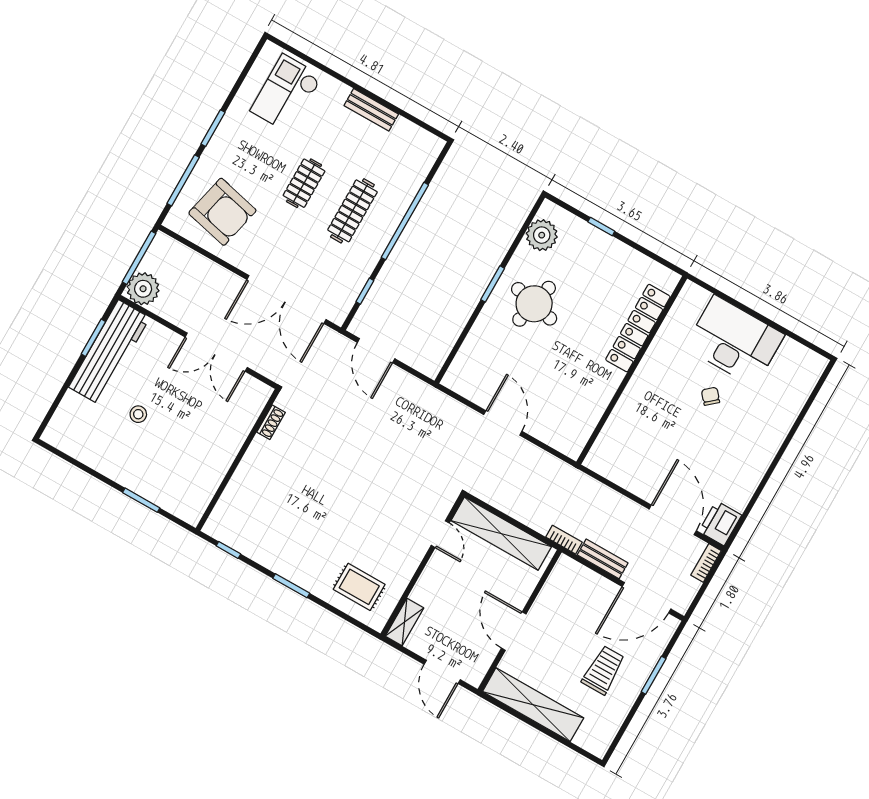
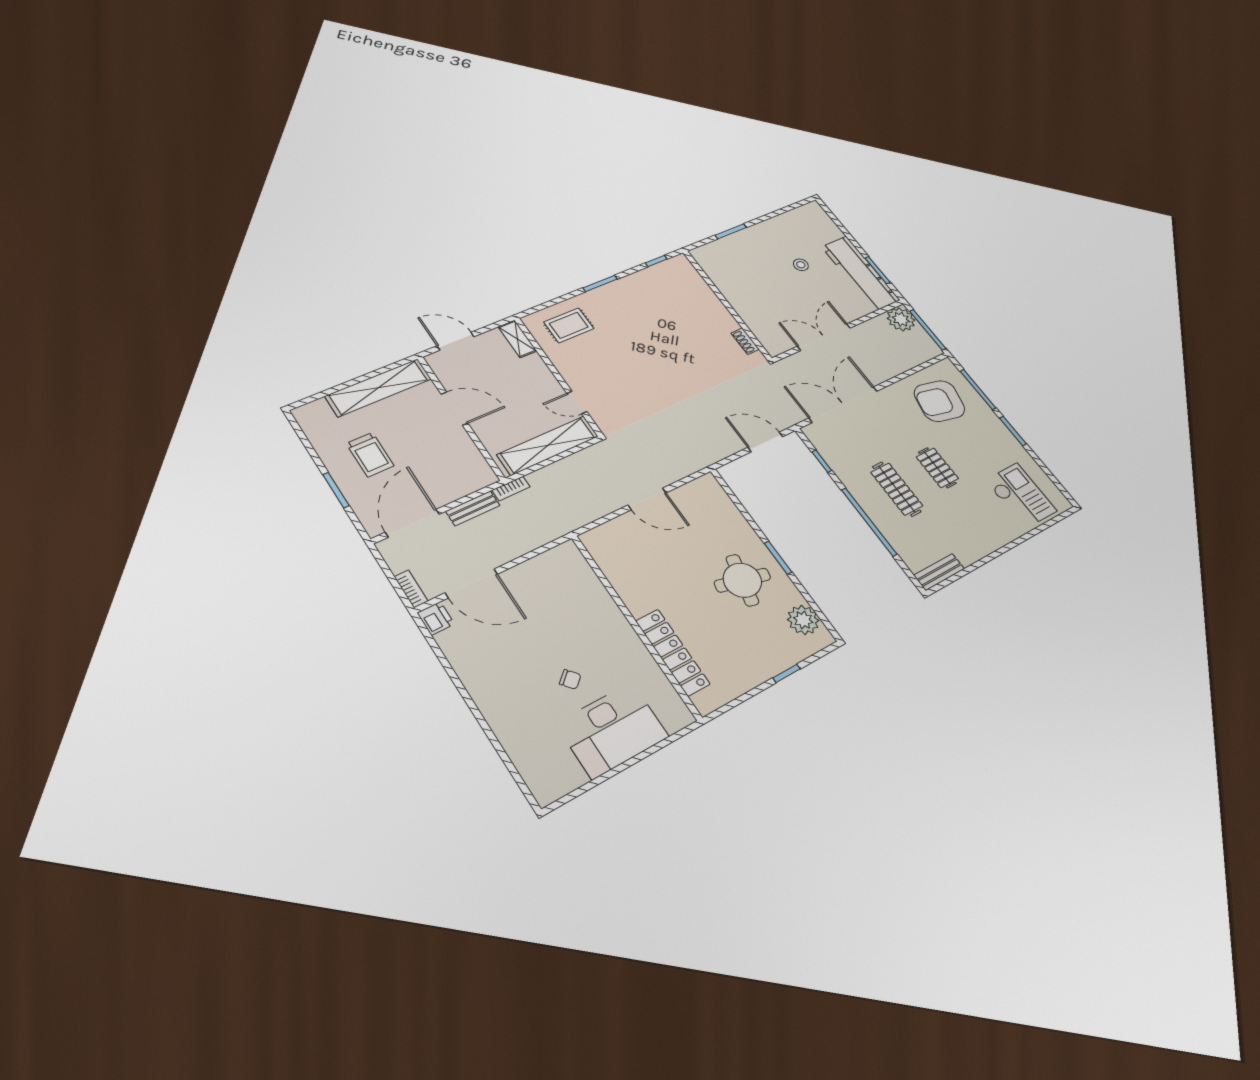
bench: (371, 110) -> (939, 572), moved
printer: (720, 523) -> (436, 618), width x0.73, depth x0.81

